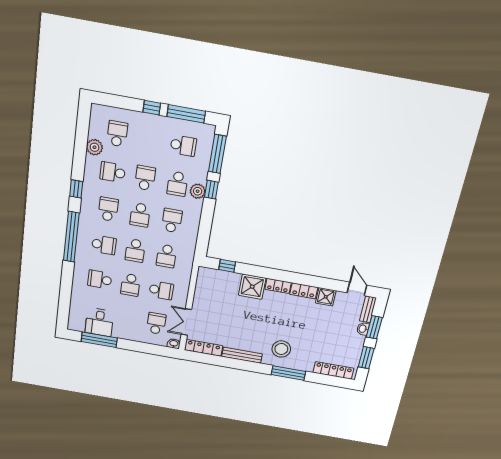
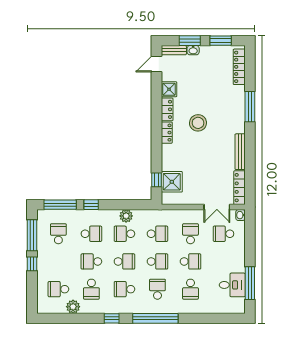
plant: (198, 191) -> (126, 216), moved
shower: (252, 287) -> (172, 182), moved
stool: (281, 349) -> (198, 123), moved

